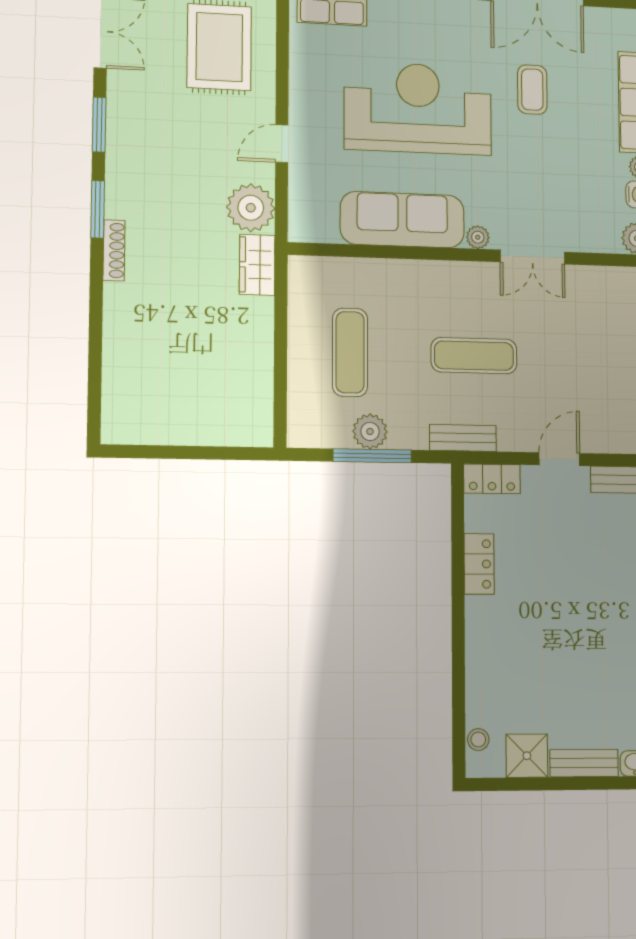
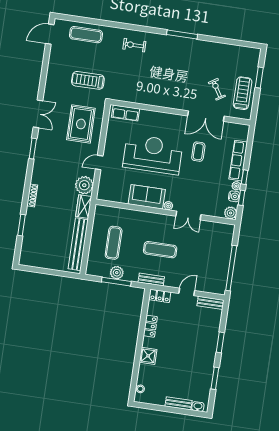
window: (98, 209) -> (22, 225), moved
sofa: (402, 220) -> (147, 197), width x0.73
bench: (257, 368) -> (78, 244), added
shower: (527, 756) -> (148, 356), moved

